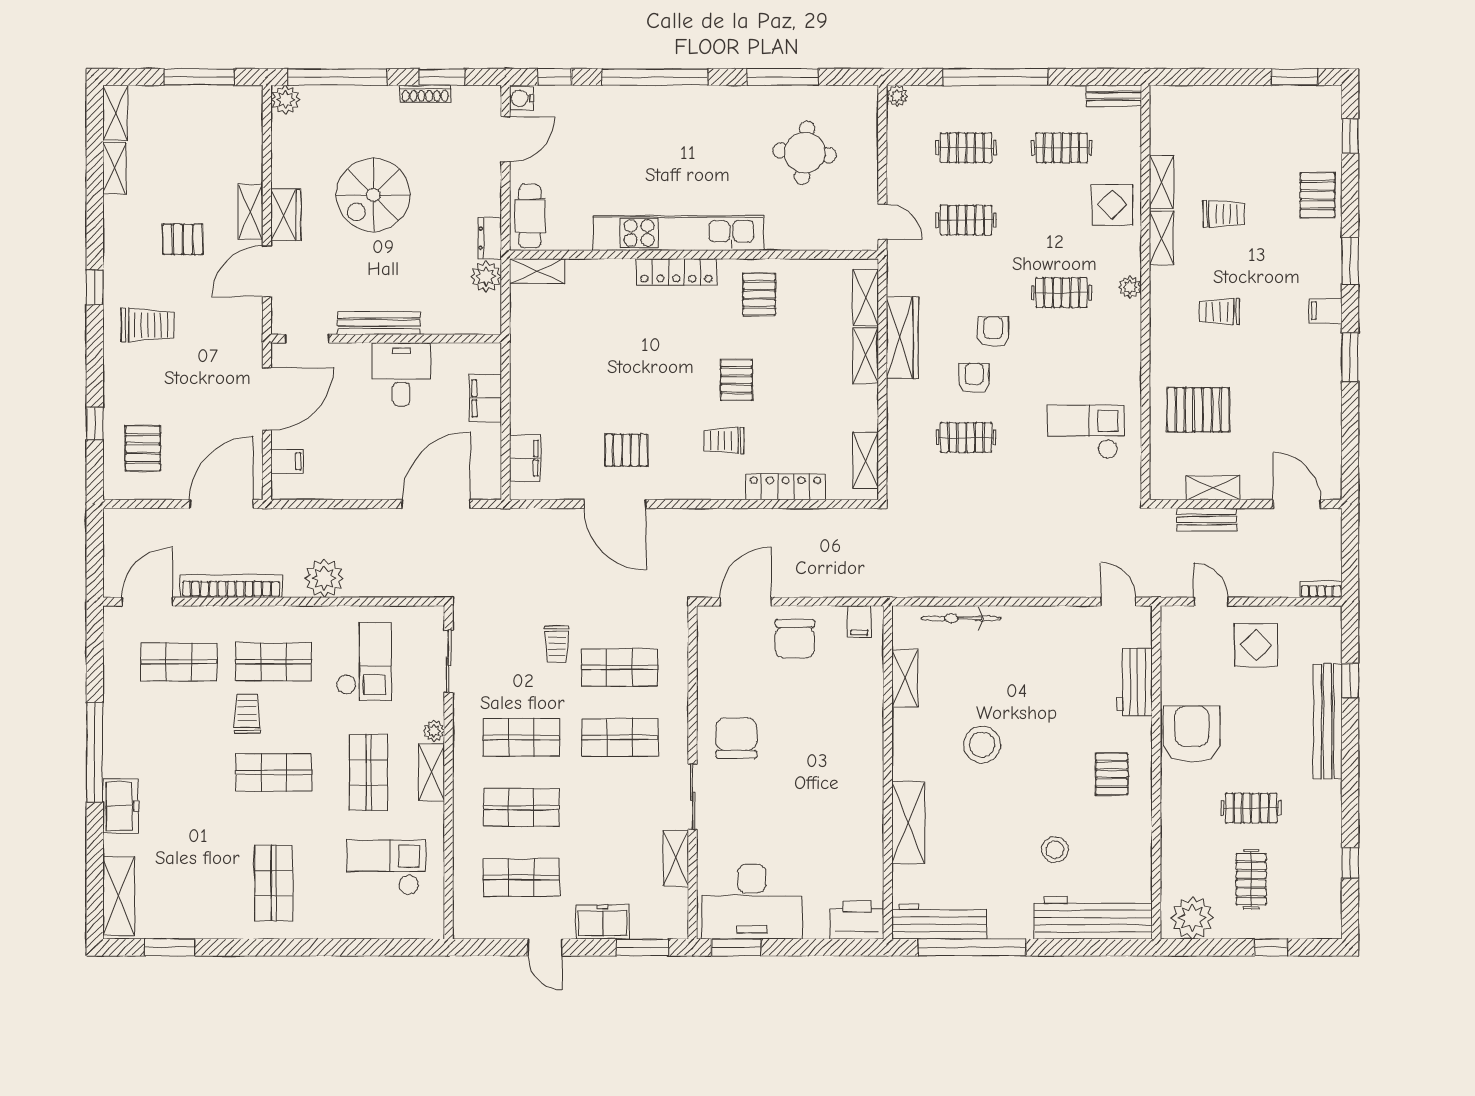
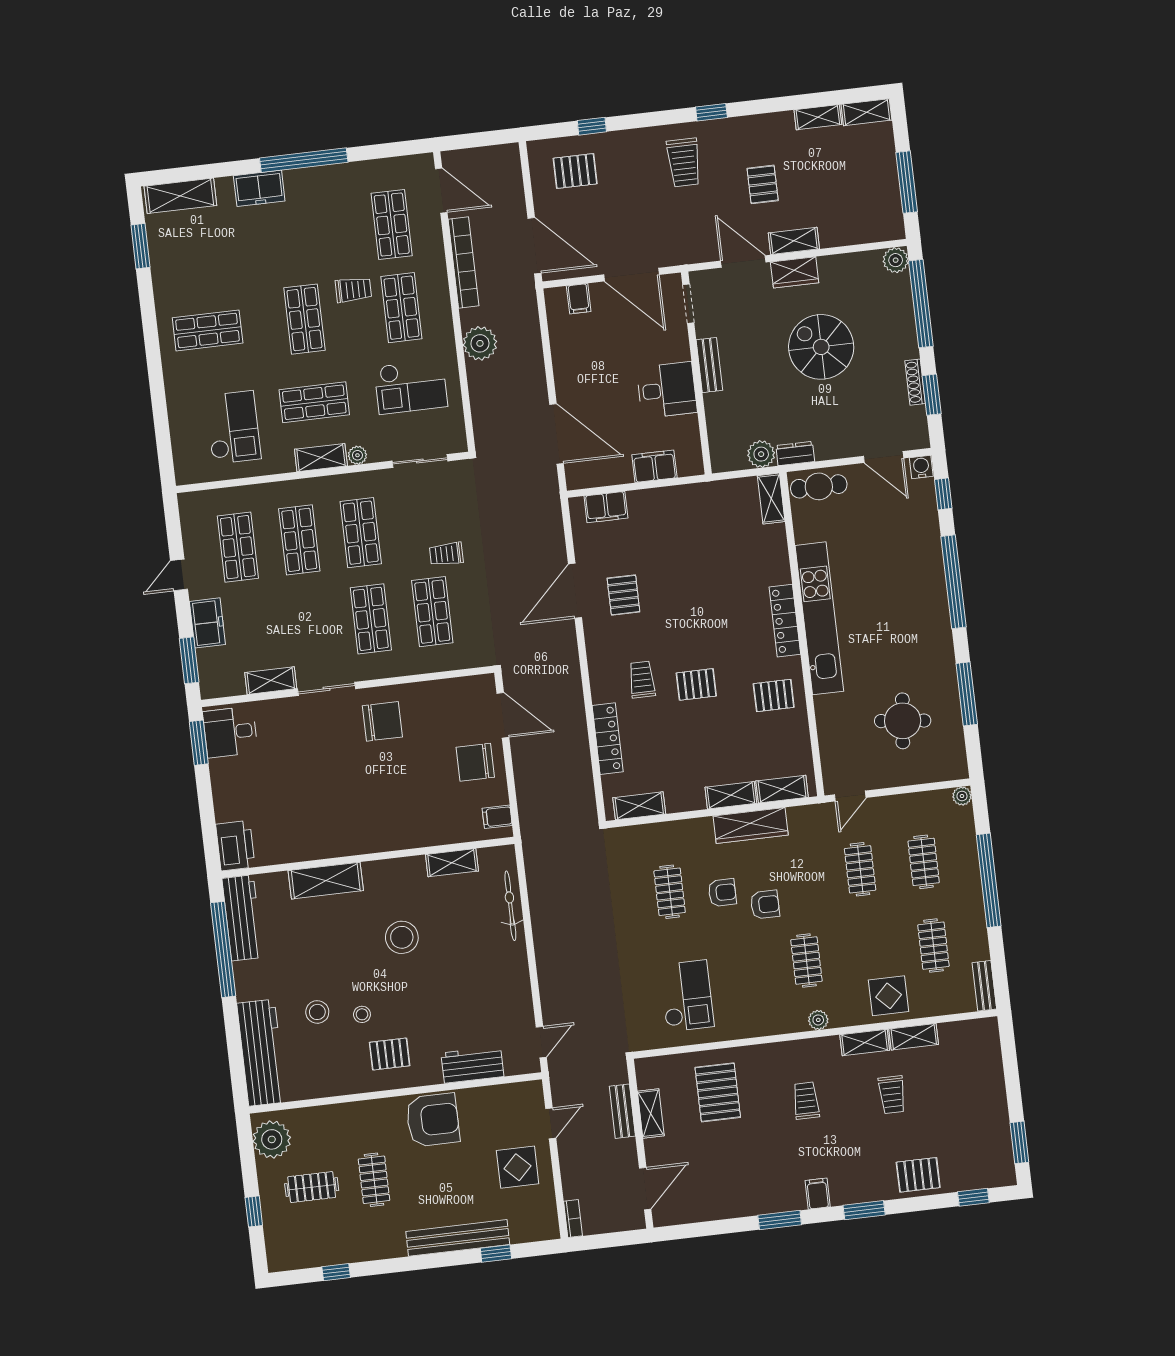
bench: (379, 323) -> (709, 365), width x0.73
stool: (1063, 800) -> (362, 1014), added
desk: (752, 902) -> (230, 732), width x0.53, depth x0.77

